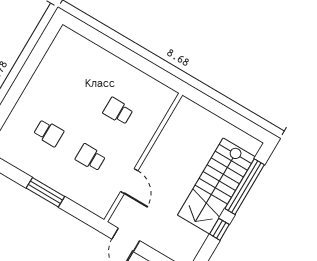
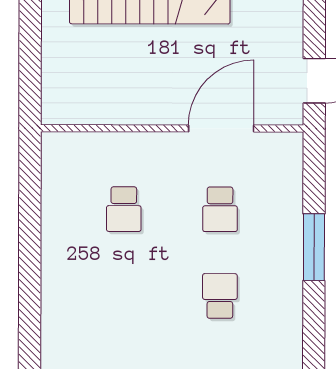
door: (129, 181) -> (221, 128), width x1.36

